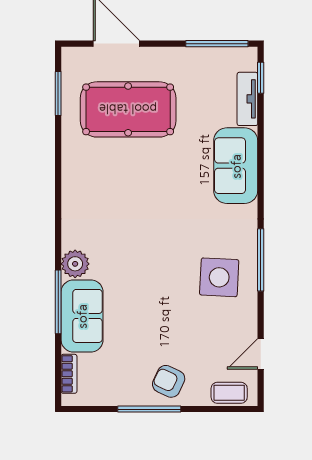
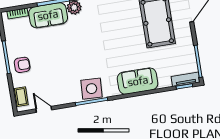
tv unit: (247, 99) -> (186, 79), moved
side table: (219, 277) -> (92, 89), moved
armchair: (169, 381) -> (22, 65), turned 65

